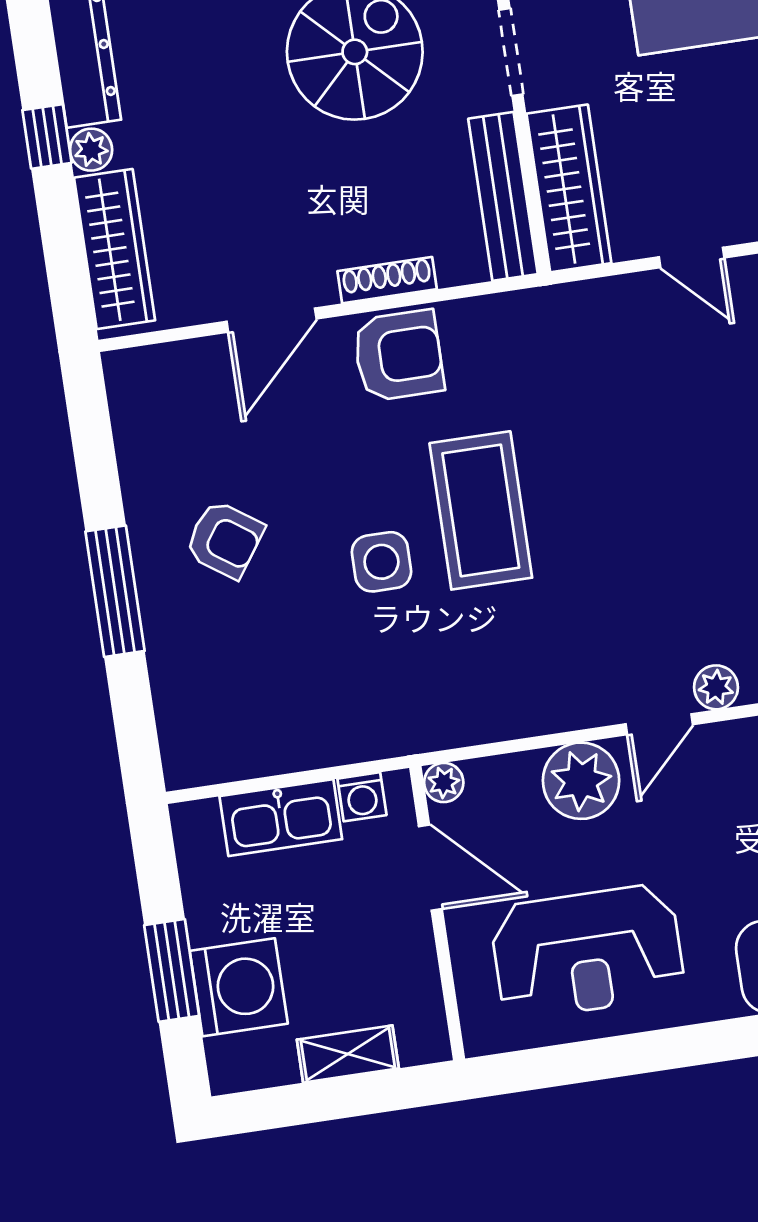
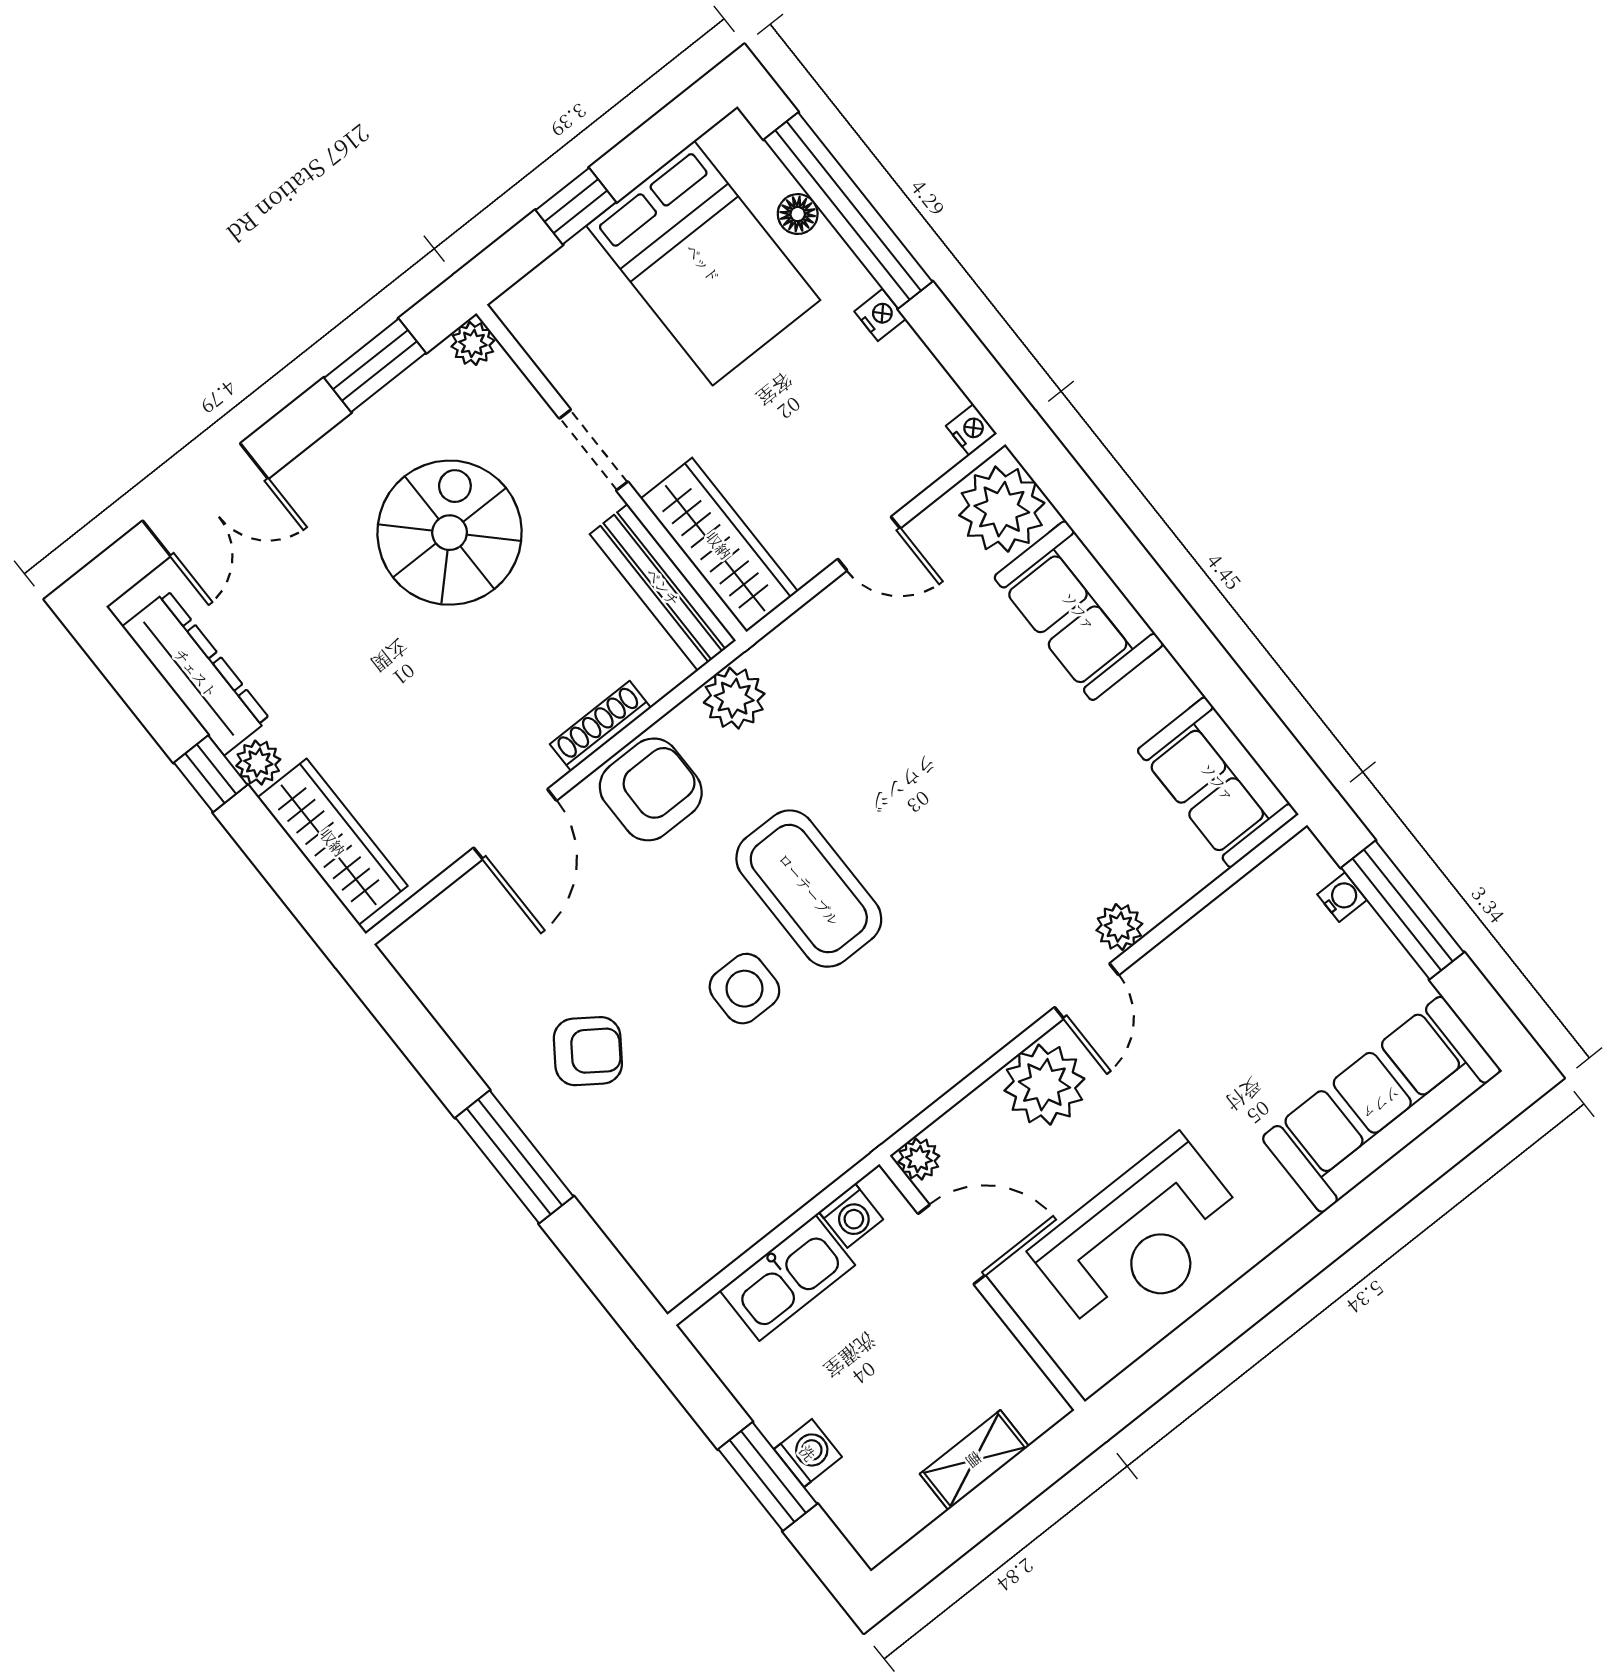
plant: (509, 320) -> (734, 698), added
washing machine: (239, 987) -> (808, 1453), width x0.53, depth x0.53

